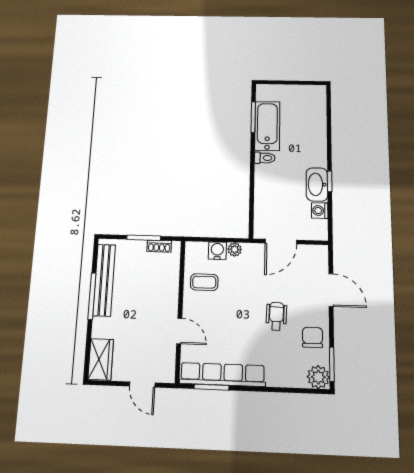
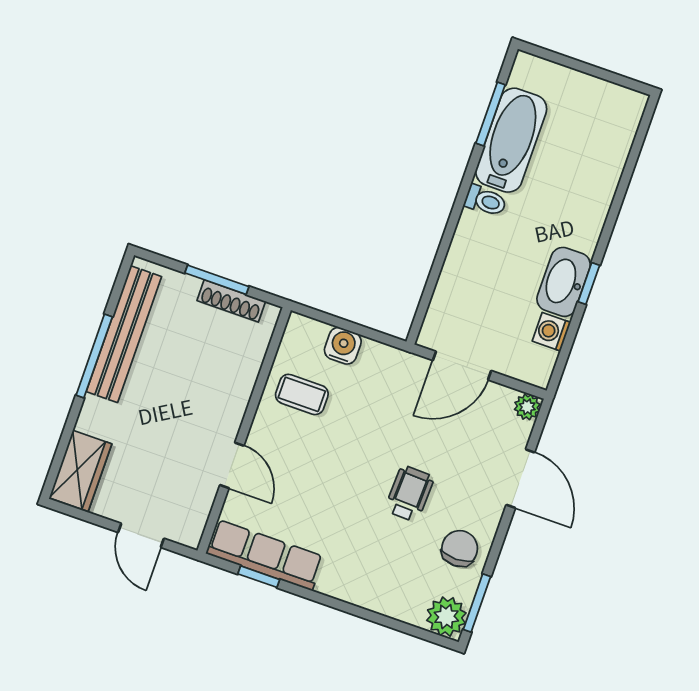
shoe rack: (159, 246) -> (231, 301), width x1.43
plant: (235, 249) -> (527, 407), moved
row of seats: (222, 375) -> (265, 555), width x0.73
window: (211, 387) -> (259, 577), width x0.67

